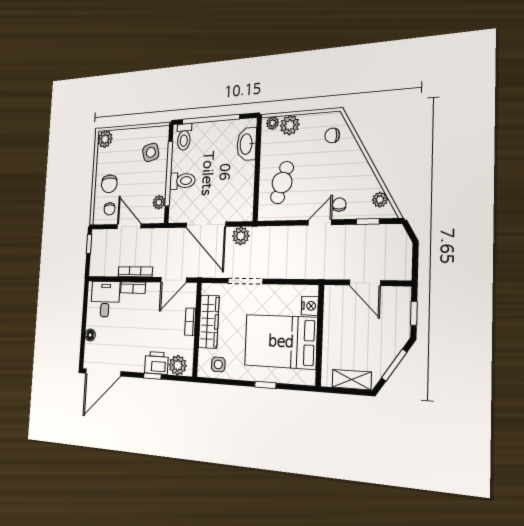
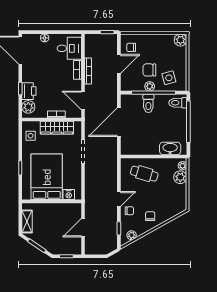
chair: (332, 135) -> (150, 216), moved
chair: (109, 184) -> (149, 70), moved
plant: (159, 202) -> (150, 86), moved
door: (320, 222) -> (119, 199), hinge flipped
plant: (241, 236) -> (111, 147), removed

